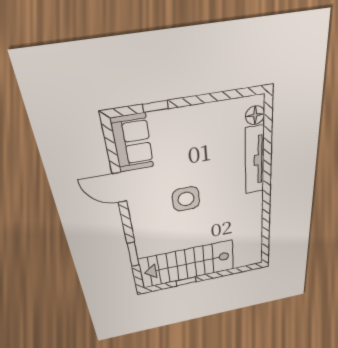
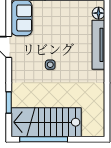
side table: (186, 199) -> (50, 65), width x0.54, depth x0.54
window: (186, 281) -> (44, 139), width x3.17

